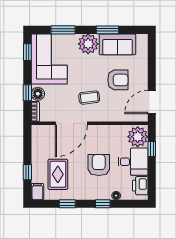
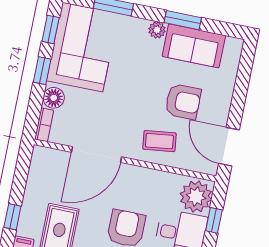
plant: (88, 44) -> (157, 30), width x0.53, depth x0.53
window: (27, 93) -> (42, 71), moved
coffee table: (89, 98) -> (159, 141), moved
door: (152, 102) -> (229, 147), hinge flipped

